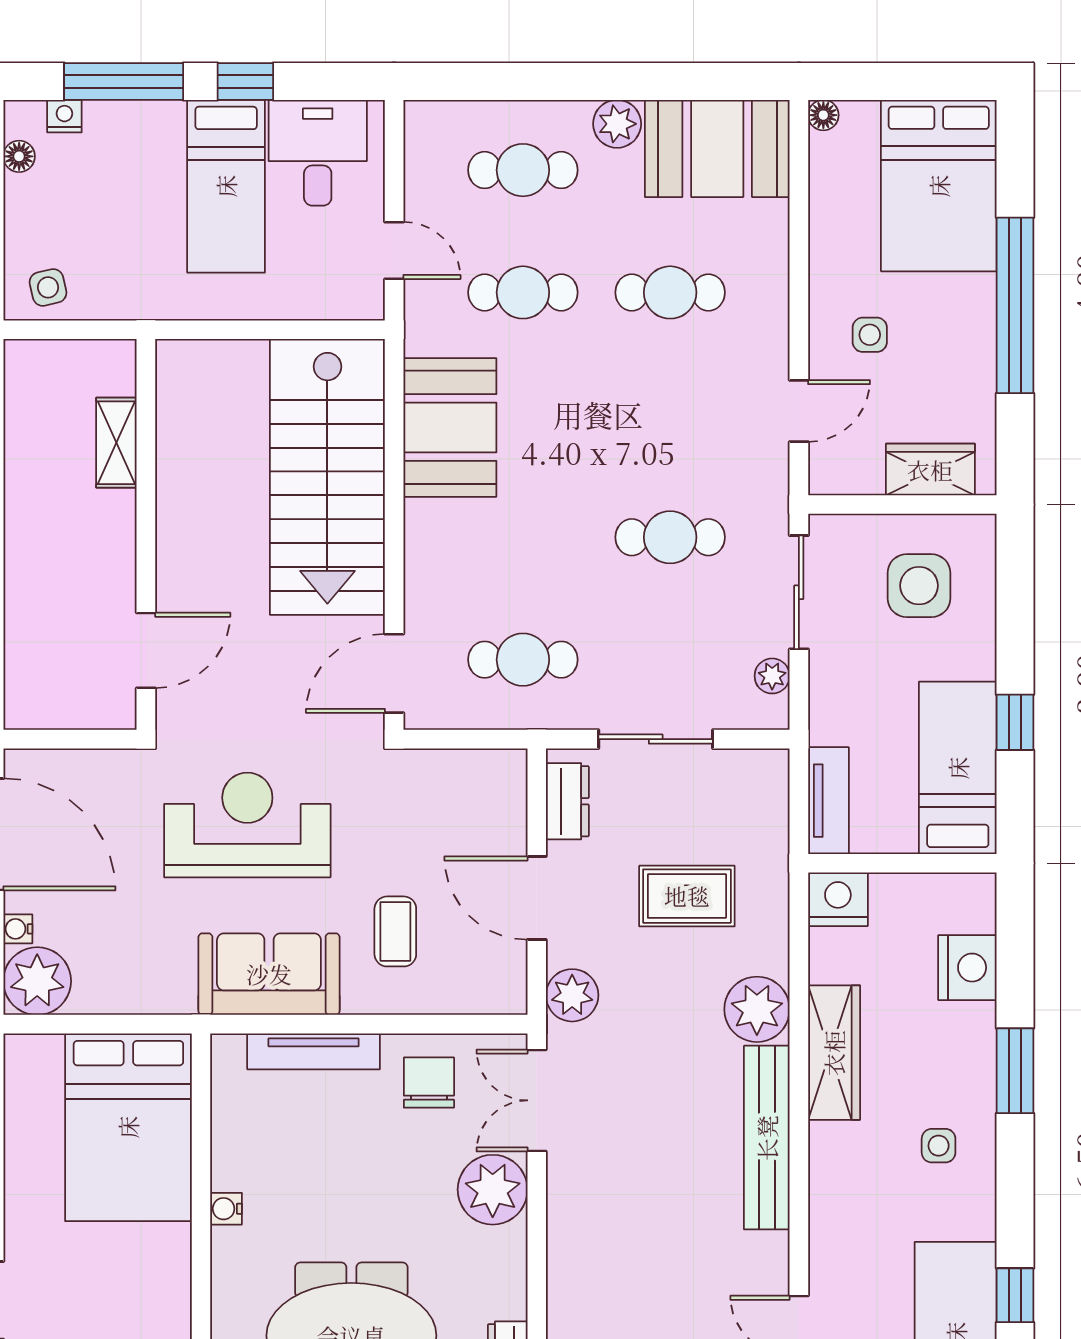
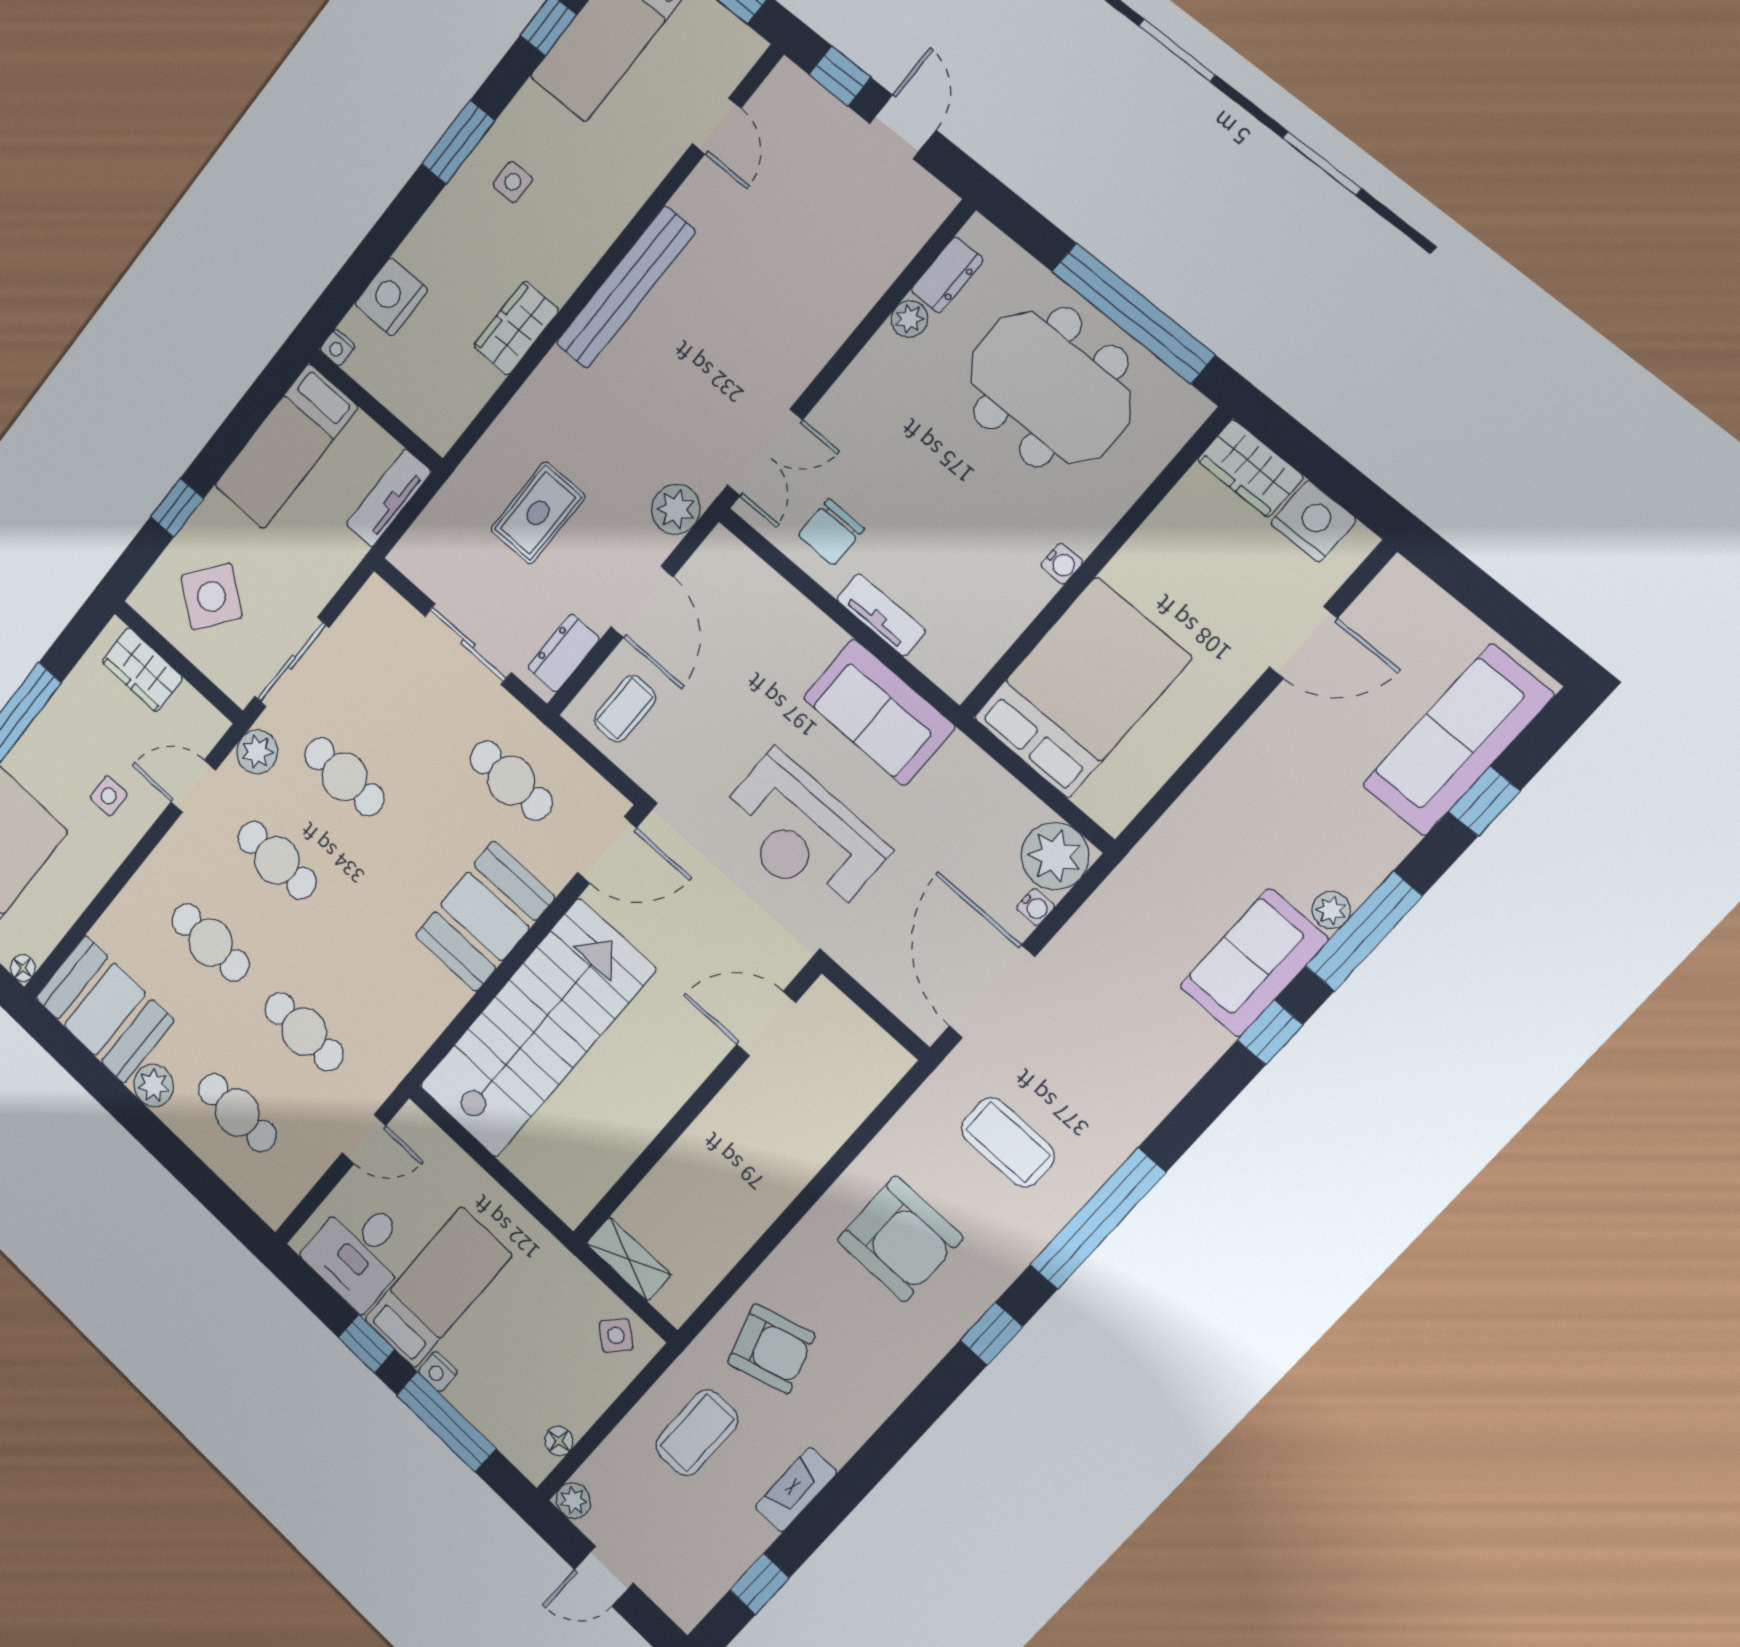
nightstand: (64, 116) -> (438, 1372), moved
door: (394, 251) -> (364, 1139), swing flipped
side table: (48, 287) -> (616, 1335), turned -36
cafe table: (670, 415) -> (277, 860), added
booth: (450, 428) -> (485, 916), moved
shelving: (116, 443) -> (629, 1259), moved, turned 90
side table: (919, 586) -> (211, 596), turned 37
plant: (772, 676) -> (257, 752), moved, width x1.38, depth x1.38
window: (1015, 722) -> (177, 508), moved
rug: (687, 896) -> (538, 513), turned 90
nightstand: (838, 899) -> (337, 348), moved, width x0.53, depth x0.56
coffee table: (395, 931) -> (625, 709), moved
plant: (757, 1009) -> (556, 389), removed
tv unit: (314, 1051) -> (881, 615), width x0.71
wardrobe: (834, 1053) -> (516, 328), width x0.67
window: (1015, 1071) -> (458, 142), moved
plant: (493, 1190) -> (909, 319), moved, width x0.53, depth x0.53

